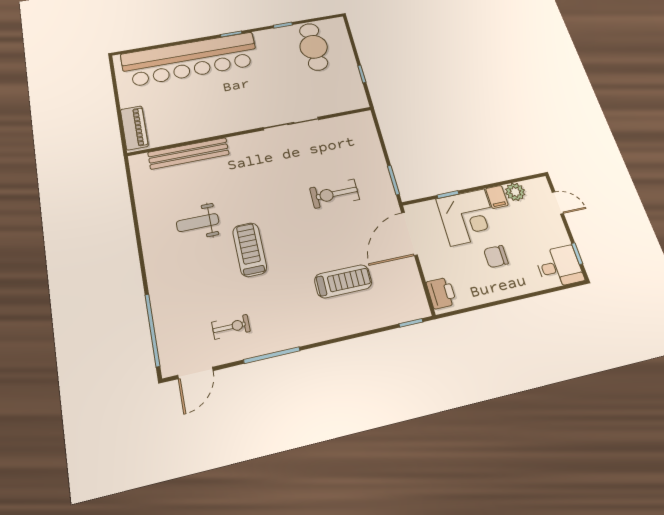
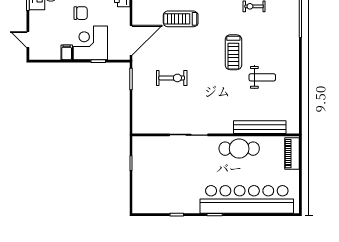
cafe table: (314, 47) -> (239, 149), moved, turned 90
plant: (515, 192) -> (53, 53), removed

